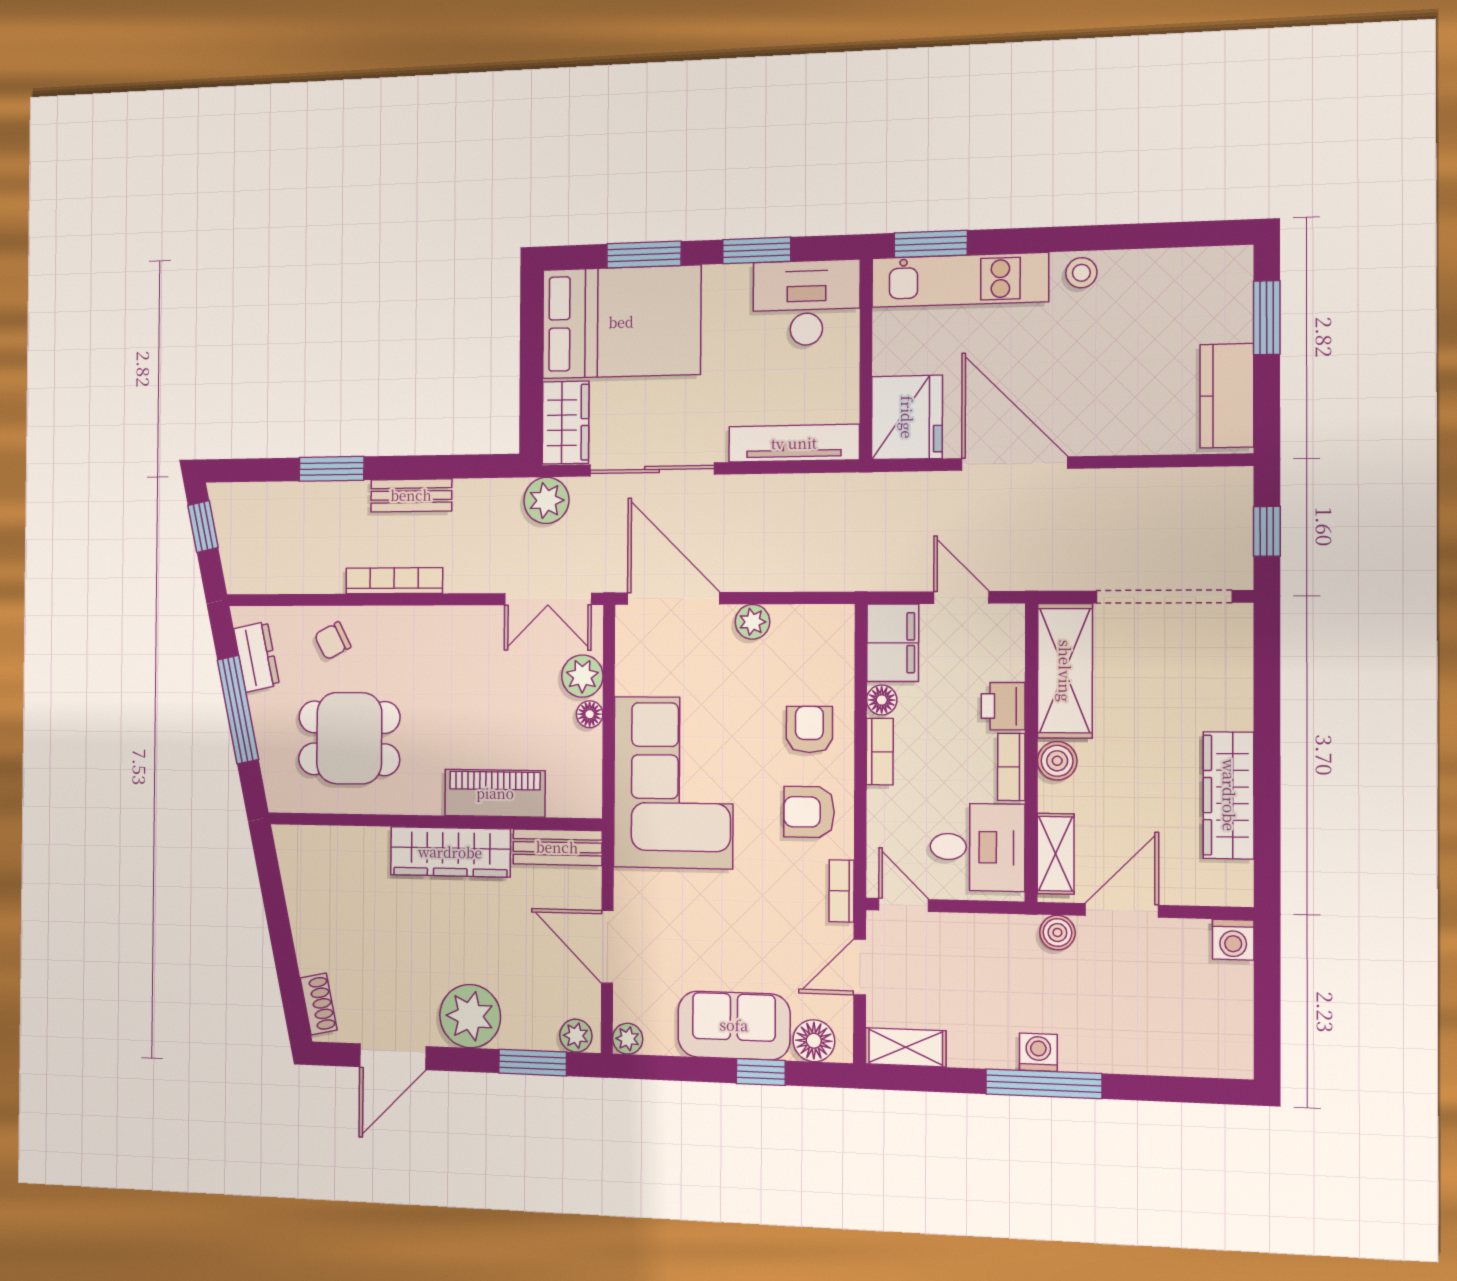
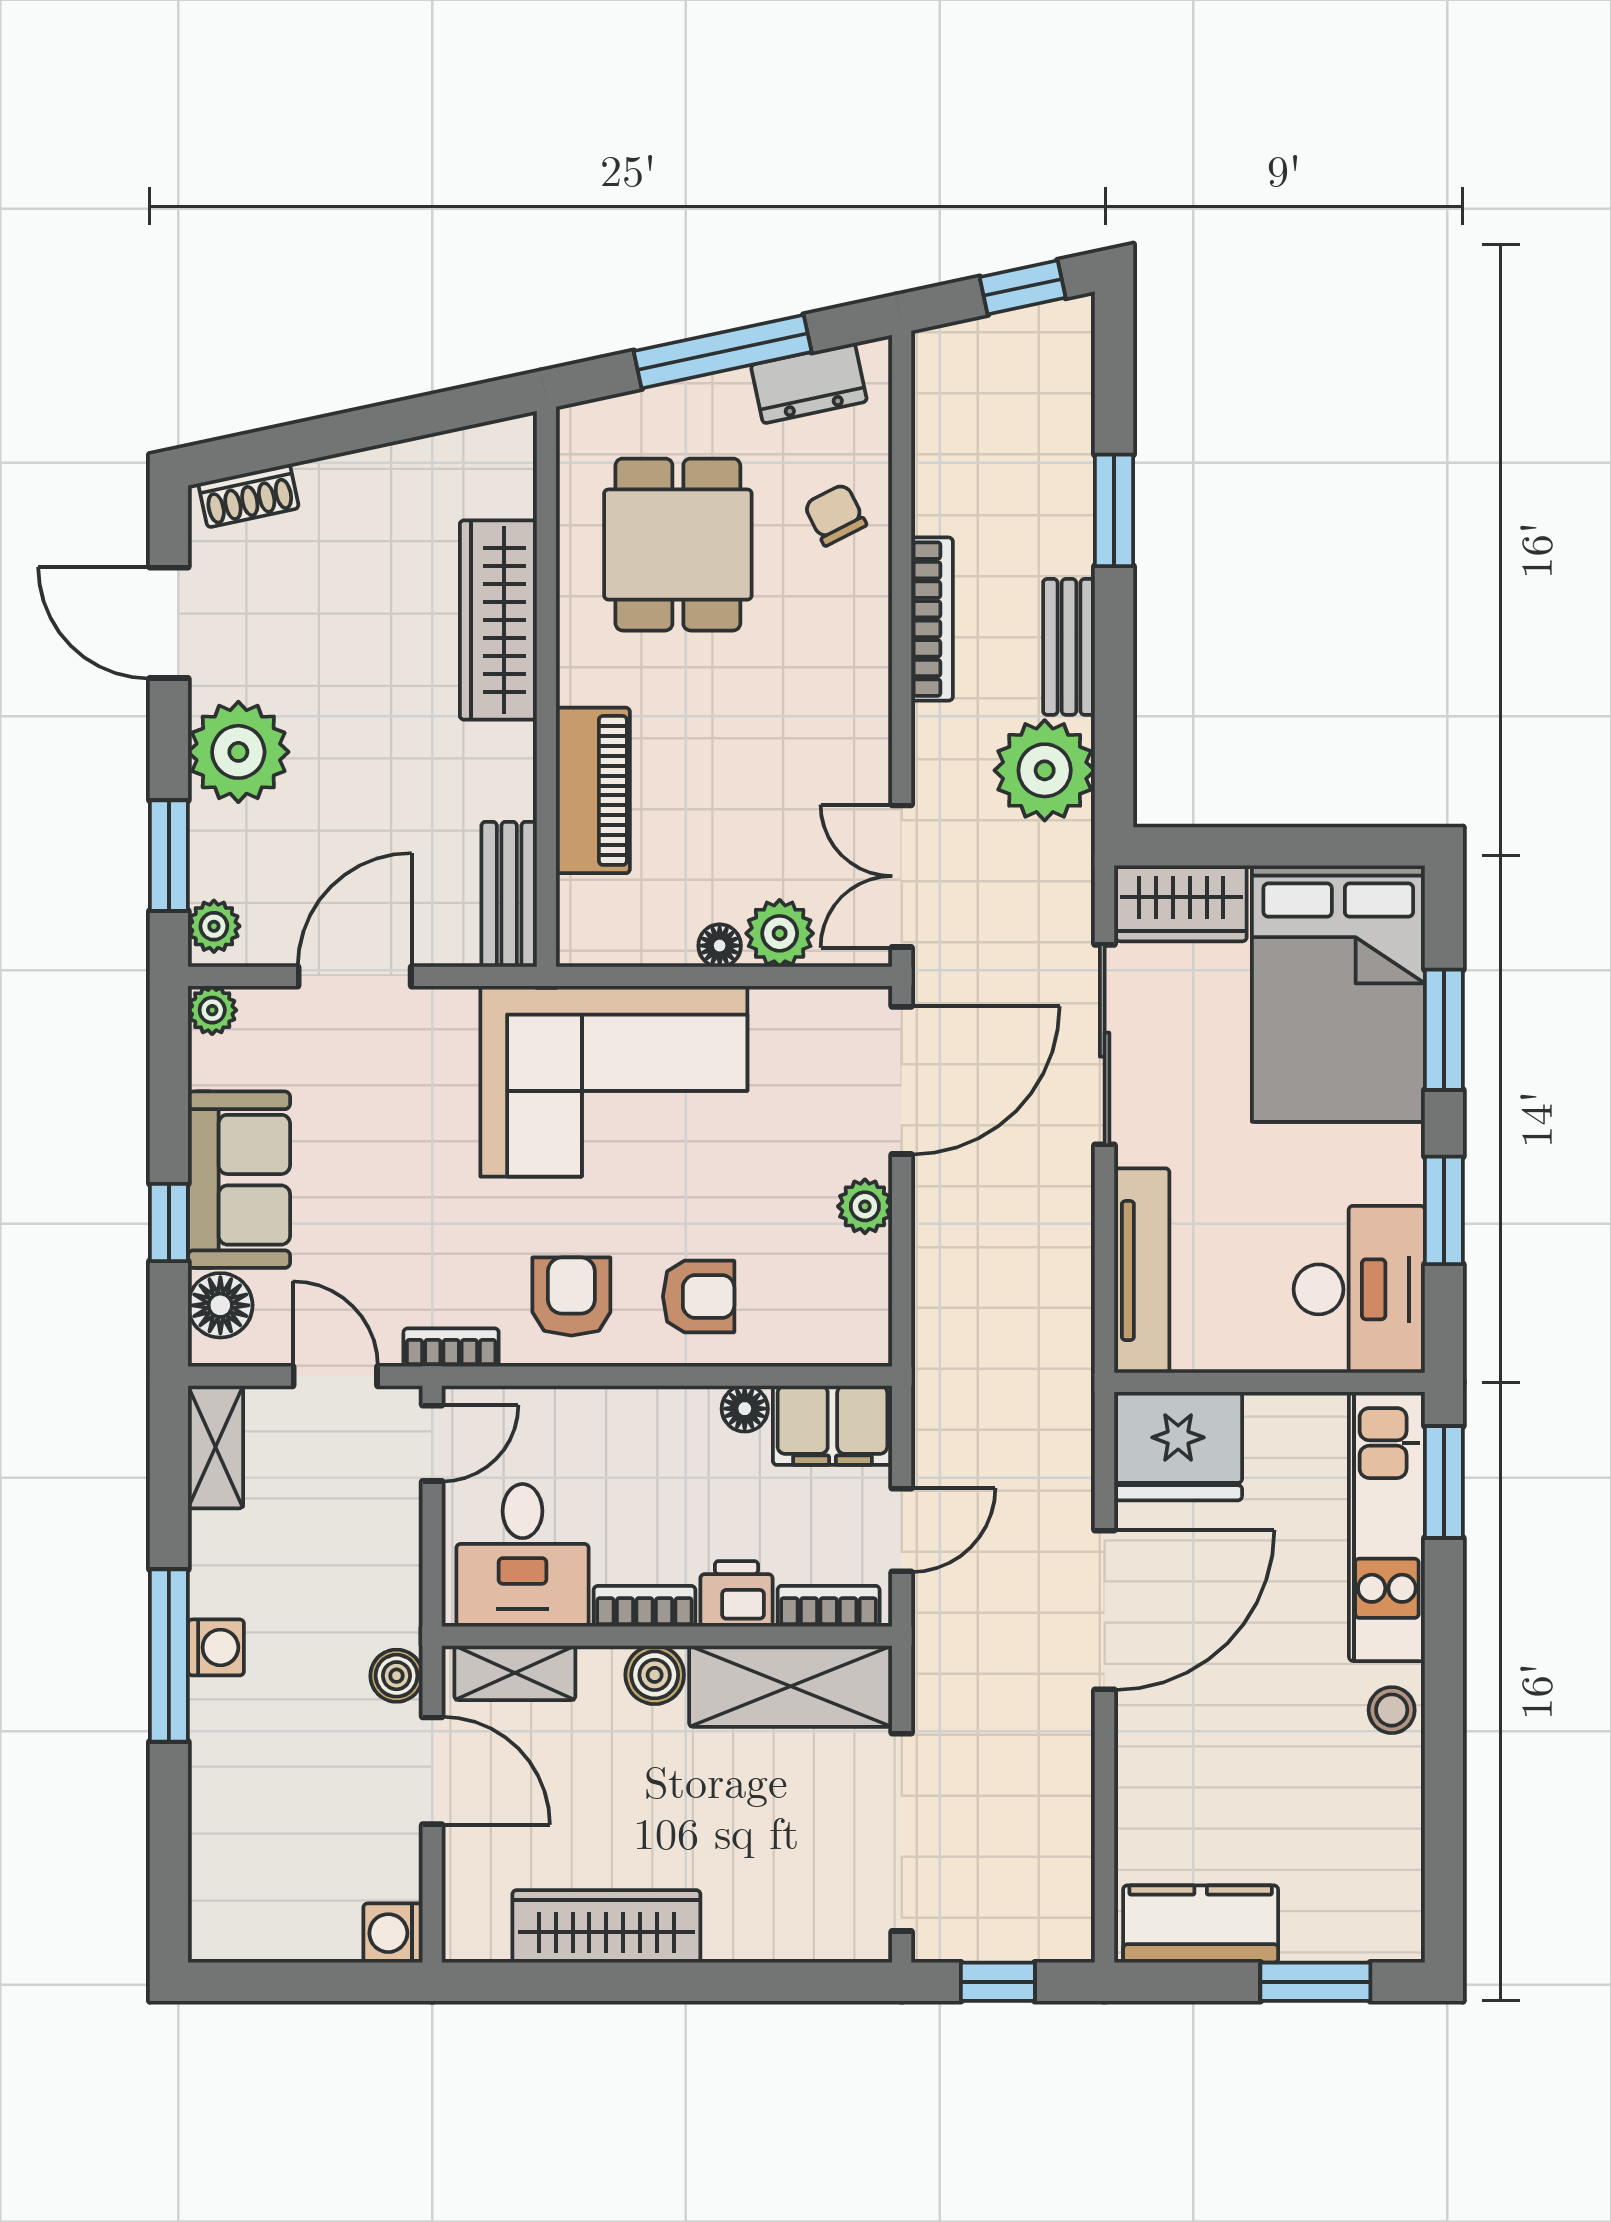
plant: (546, 500) -> (1045, 770), moved, width x1.36, depth x1.36
bookcase: (880, 752) -> (829, 1606), moved, turned 180
wardrobe: (450, 852) -> (498, 620), moved

